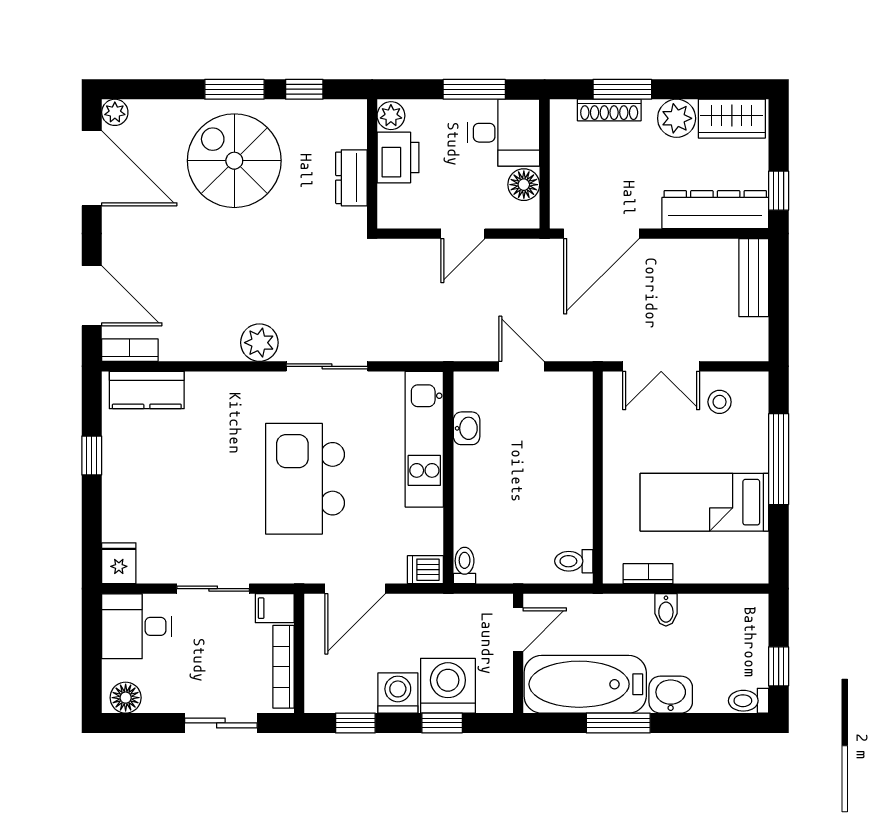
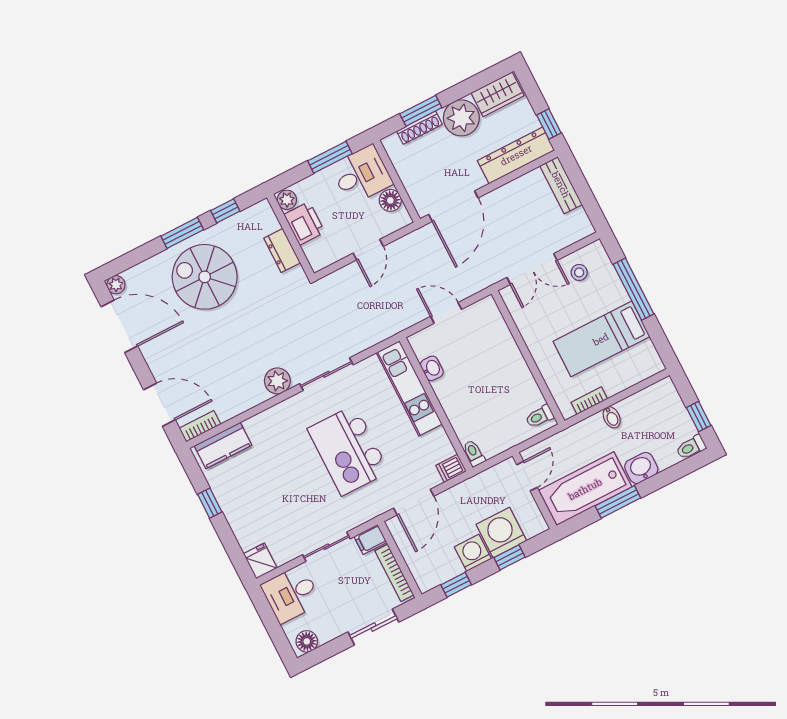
plant: (677, 118) -> (461, 118), width x1.36, depth x1.36

